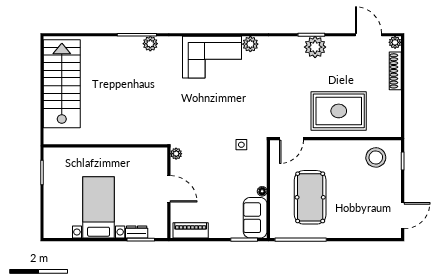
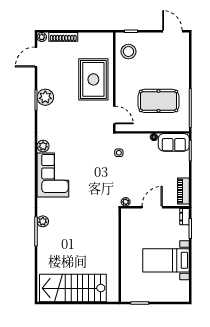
dresser: (137, 232) -> (185, 217), moved

